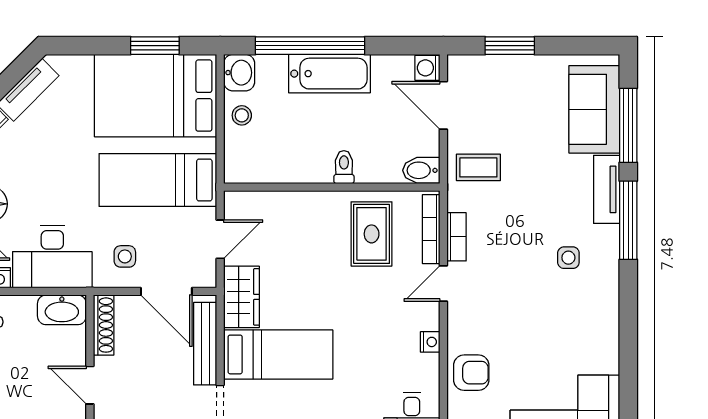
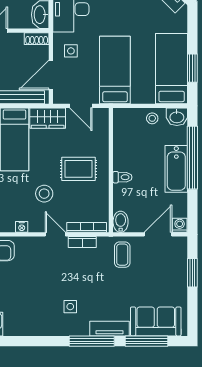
bed: (156, 96) -> (172, 69), width x0.67
rug: (372, 234) -> (79, 169), moved
stool: (372, 303) -> (44, 194), added
shoe rack: (104, 325) -> (37, 39), width x0.70

